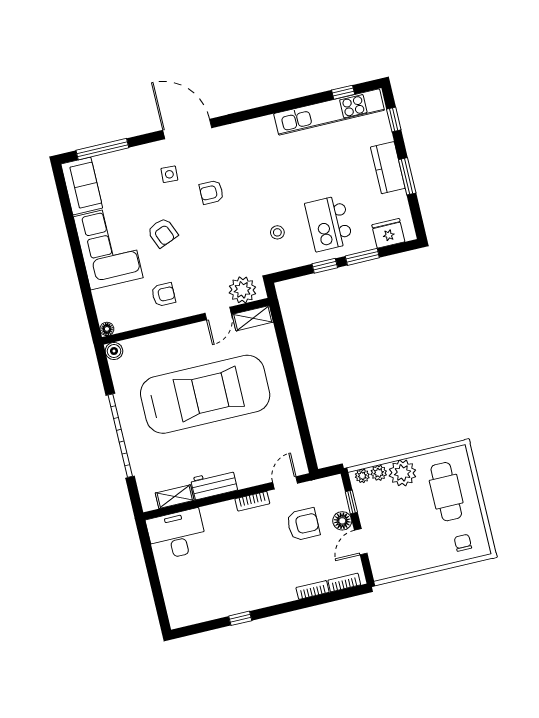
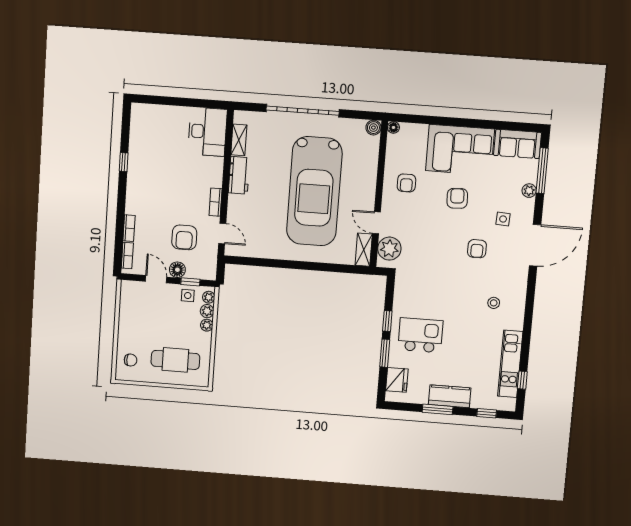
kitchen unit: (329, 112) -> (510, 364), width x0.73
plant: (129, 156) -> (529, 191), added
armchair: (211, 192) -> (477, 249), turned 180
stool: (277, 232) -> (494, 303), moved
armchair: (163, 233) -> (457, 198), turned 109
plant: (402, 473) -> (207, 325), width x0.53, depth x0.53
side table: (368, 500) -> (188, 296), added

